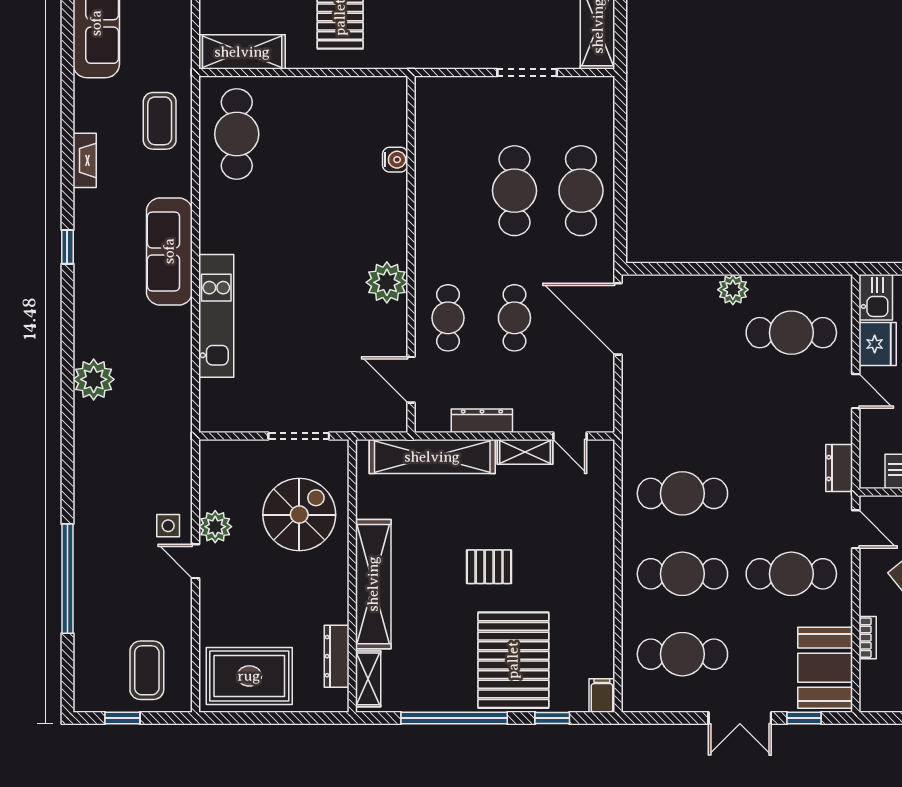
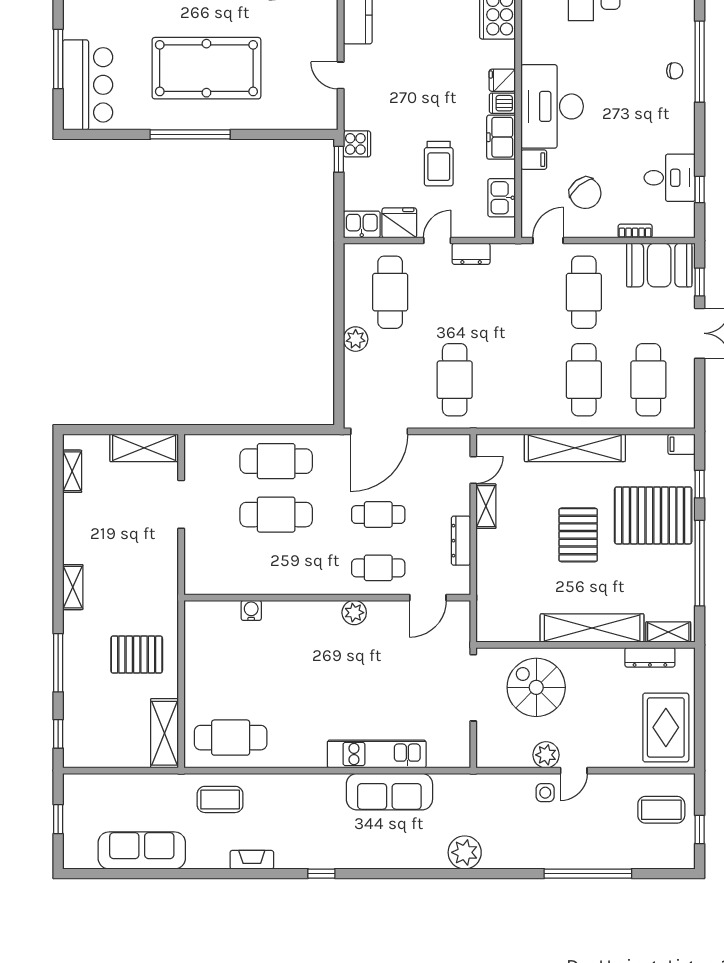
sofa: (169, 251) -> (389, 792), moved
plant: (387, 282) -> (354, 613), width x0.73, depth x0.73
plant: (94, 379) -> (465, 852), moved
doorway: (299, 436) -> (473, 688), width x1.36
shelving: (432, 457) -> (575, 448), moved, turned 90
dresser: (839, 468) -> (471, 254), moved
cafe table: (682, 493) -> (455, 380), moved
pallet: (489, 567) -> (578, 535), width x1.50, depth x1.42

